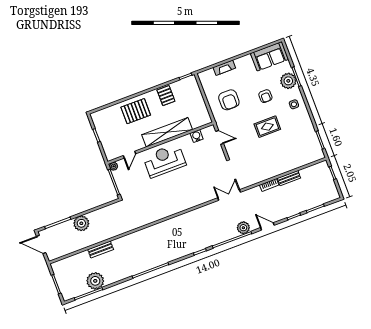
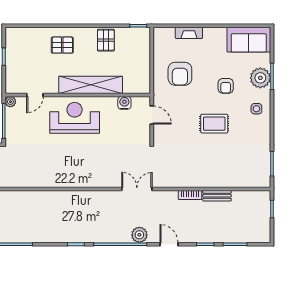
pallet: (136, 111) -> (62, 45), width x0.67, depth x0.71

